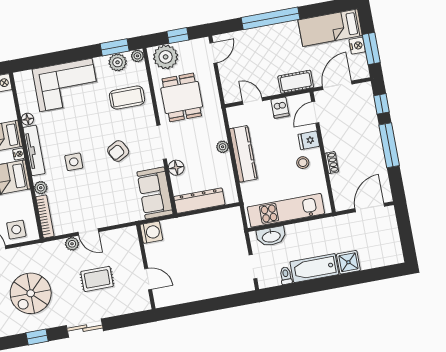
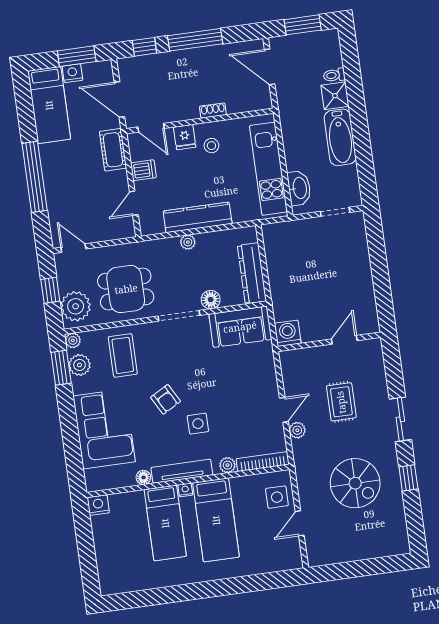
armchair: (118, 151) -> (166, 399), moved
window: (405, 233) -> (303, 25), added
toilet: (286, 276) -> (334, 75), moved

